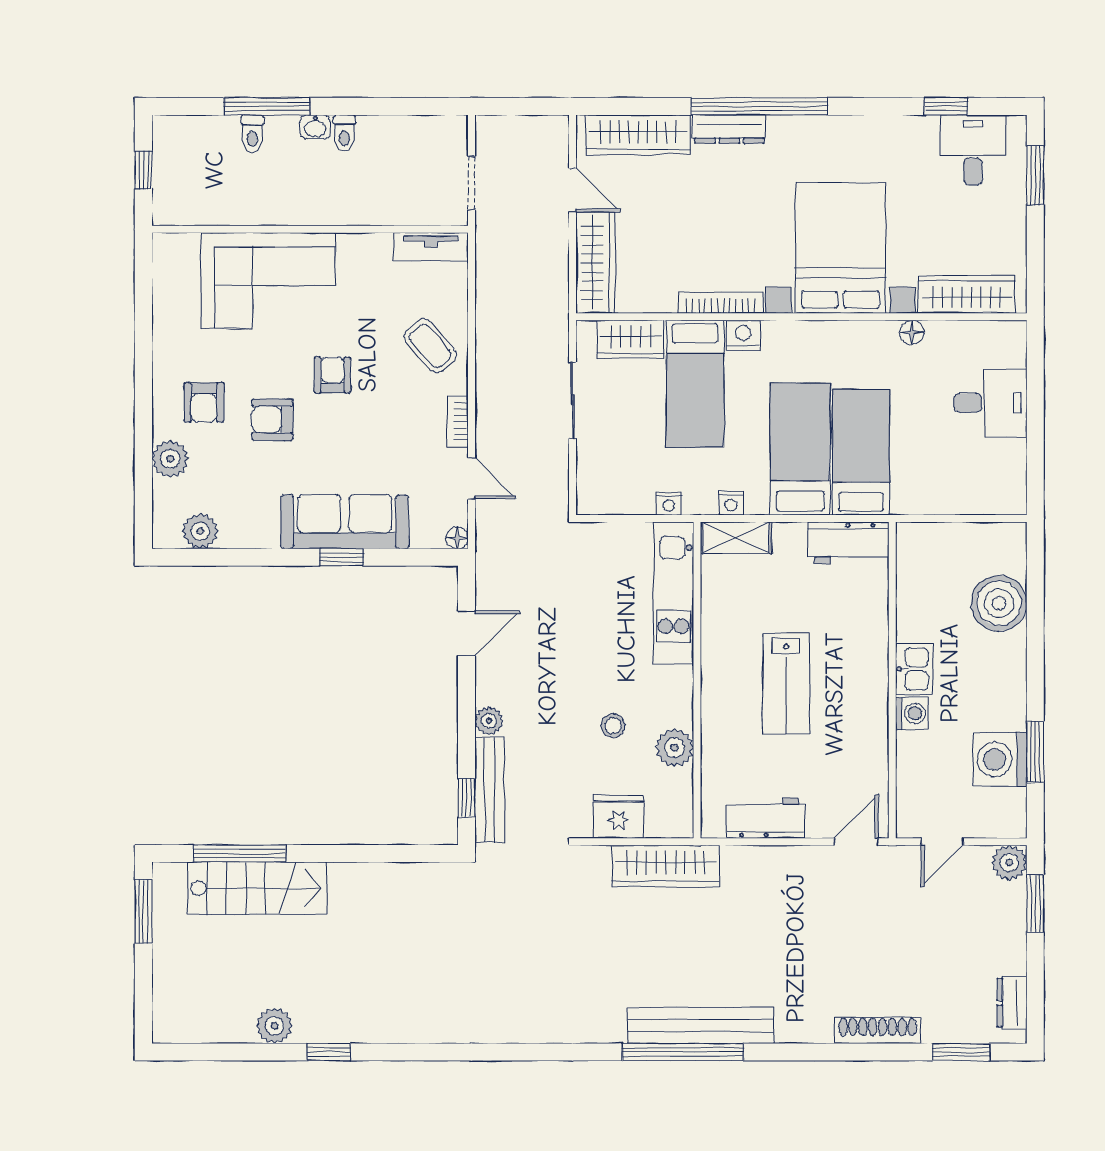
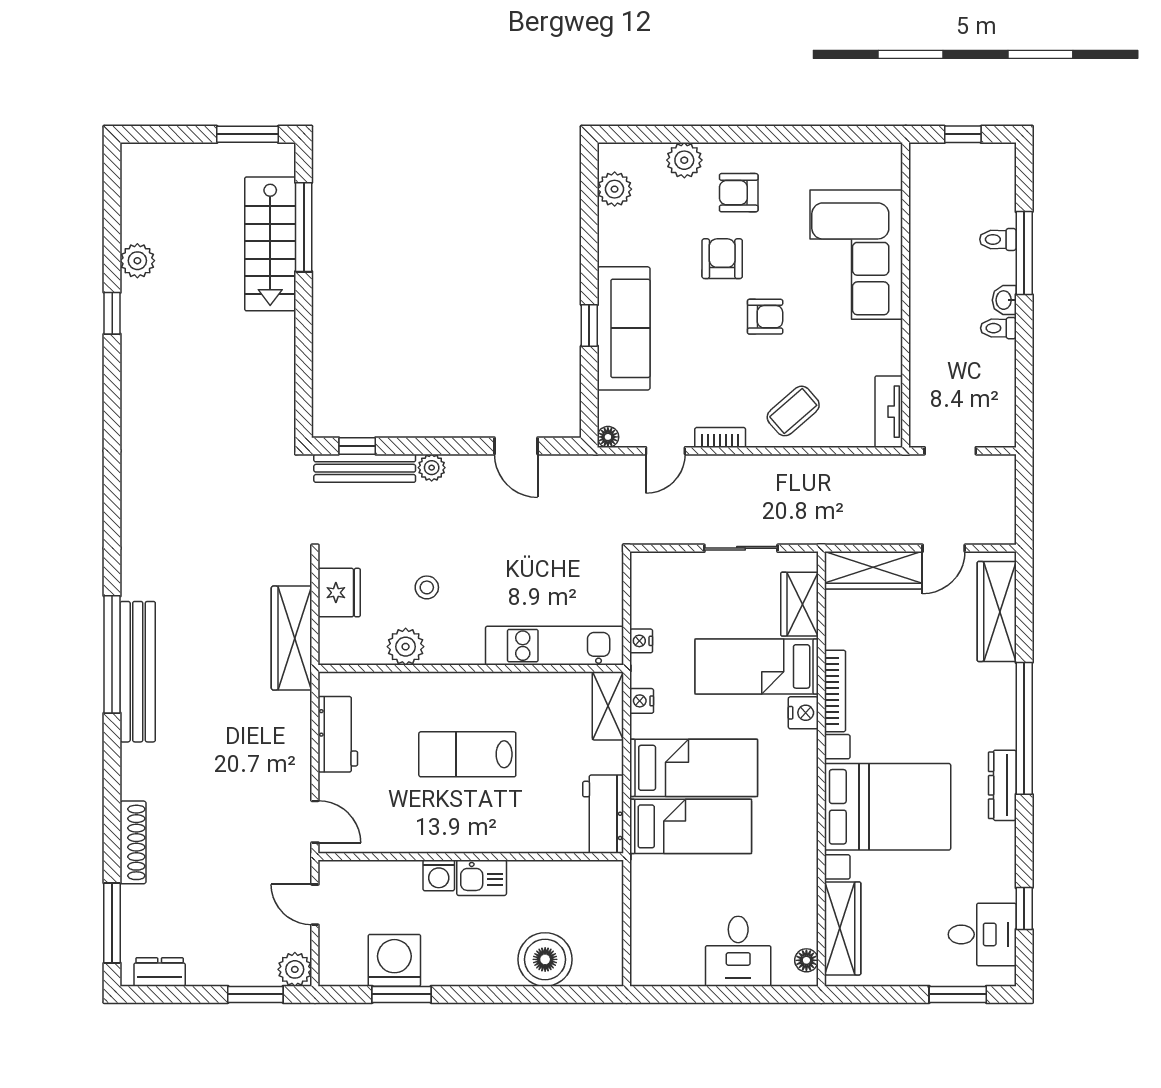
dresser: (729, 129) -> (1002, 785), moved
floor lamp: (912, 332) -> (806, 960), moved
window: (961, 1052) -> (112, 923), width x1.44

